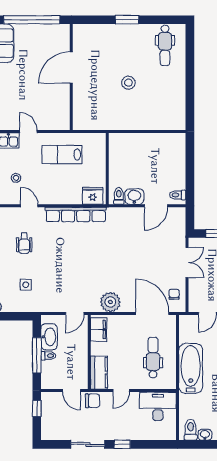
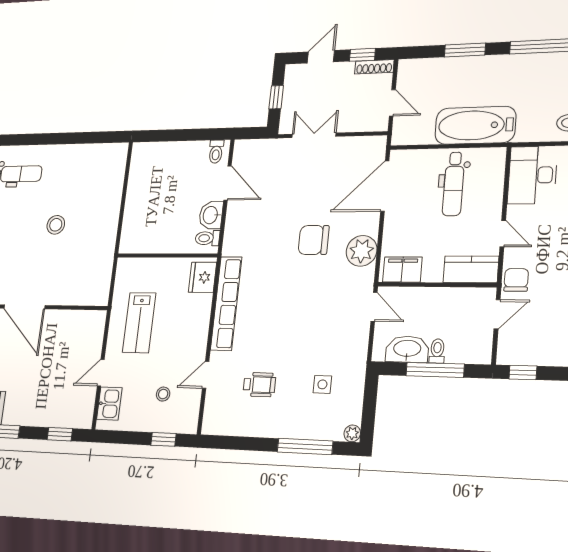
chair: (174, 294) -> (314, 240), moved, width x1.87, depth x1.87
dental chair: (153, 358) -> (454, 184), turned -90

